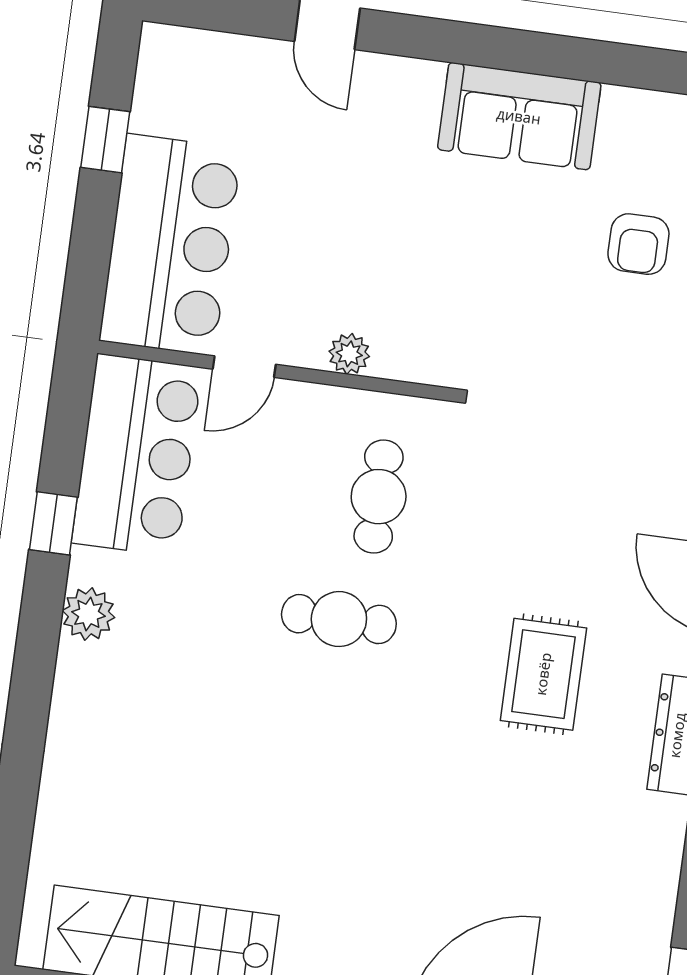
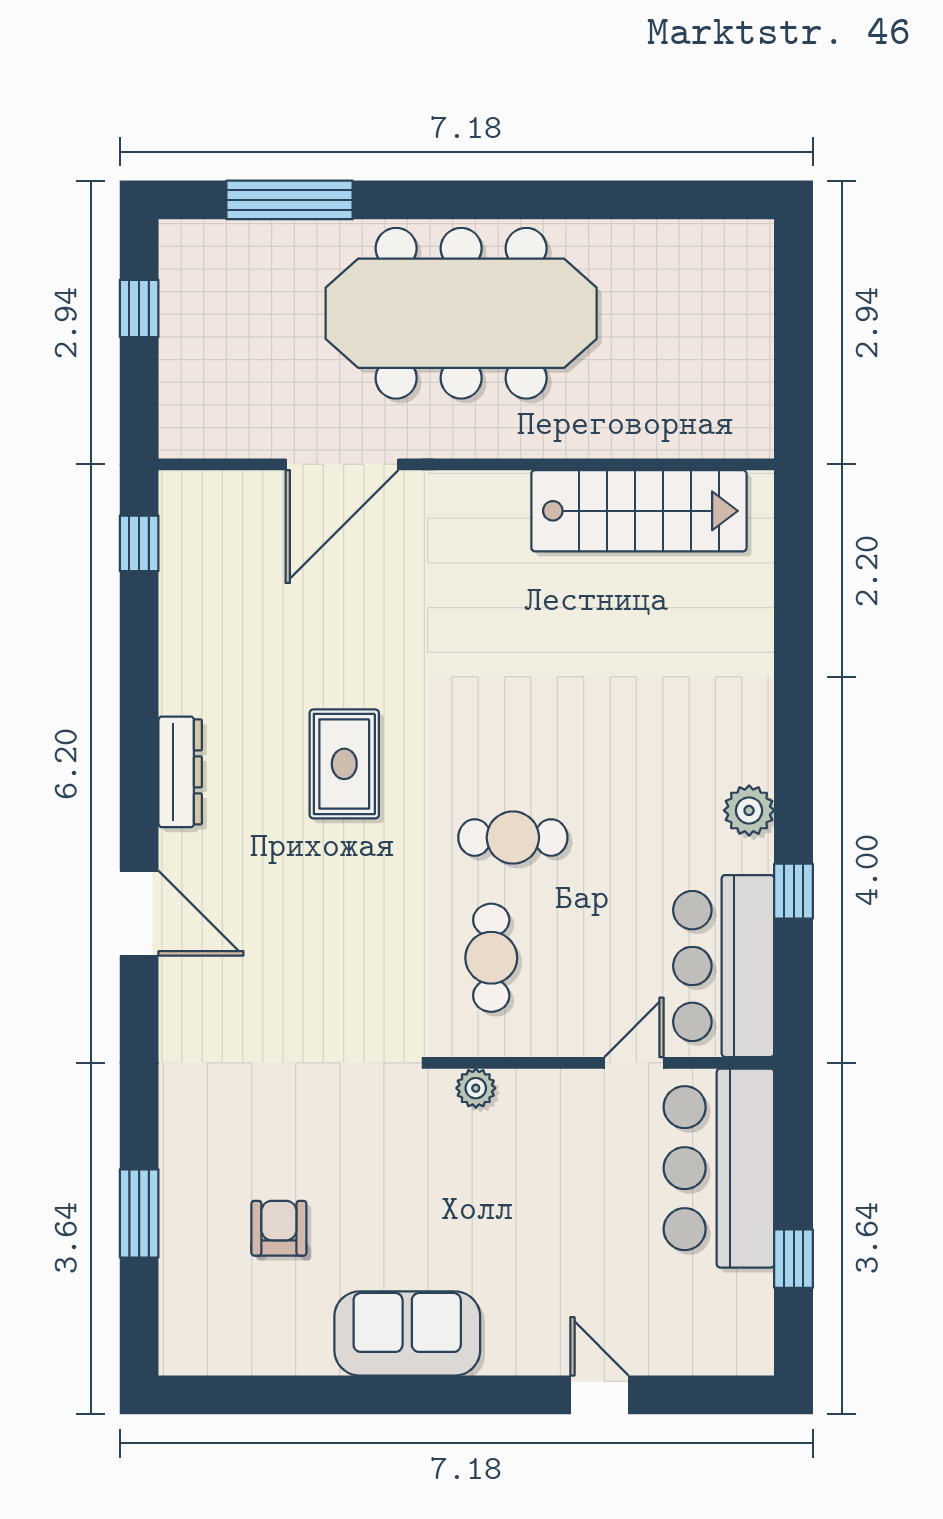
plant: (349, 354) -> (476, 1088), moved
rug: (543, 674) -> (344, 764), moved

